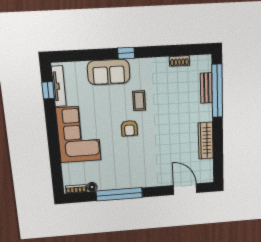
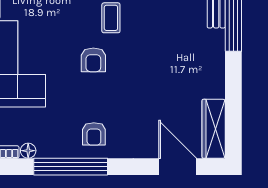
wardrobe: (206, 141) -> (214, 129), moved
armchair: (133, 174) -> (94, 134), added

